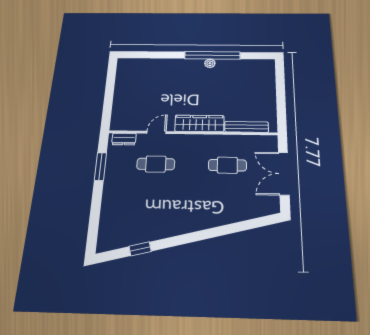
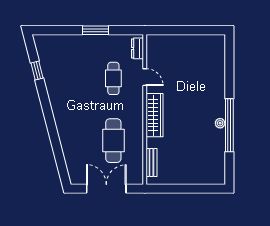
bench: (247, 127) -> (151, 162), width x0.73
cafe table: (227, 165) -> (113, 141), width x1.37, depth x1.35
window: (100, 167) -> (96, 30), moved

